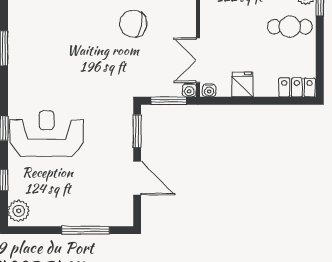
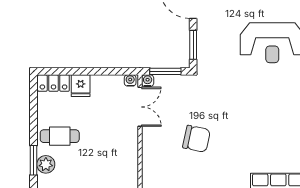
fridge: (242, 84) -> (81, 86), moved

